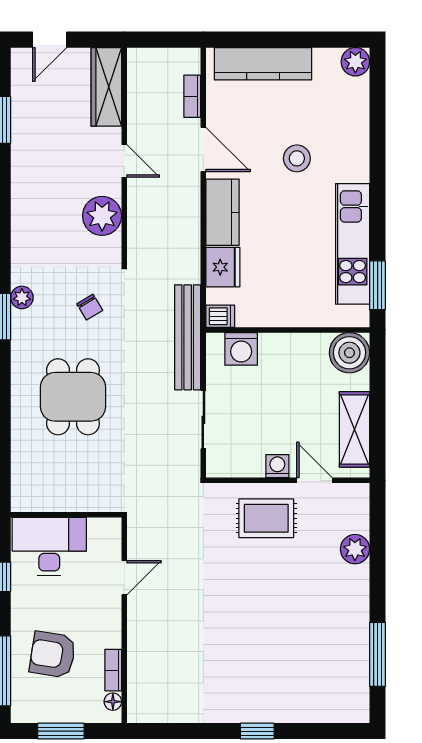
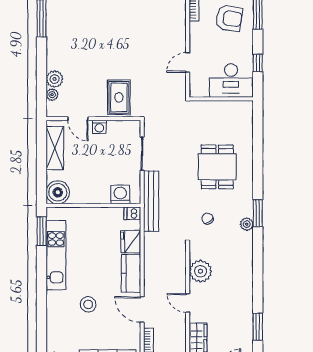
rug: (266, 518) -> (119, 97), moved, turned 90
plant: (359, 522) -> (52, 95), added

